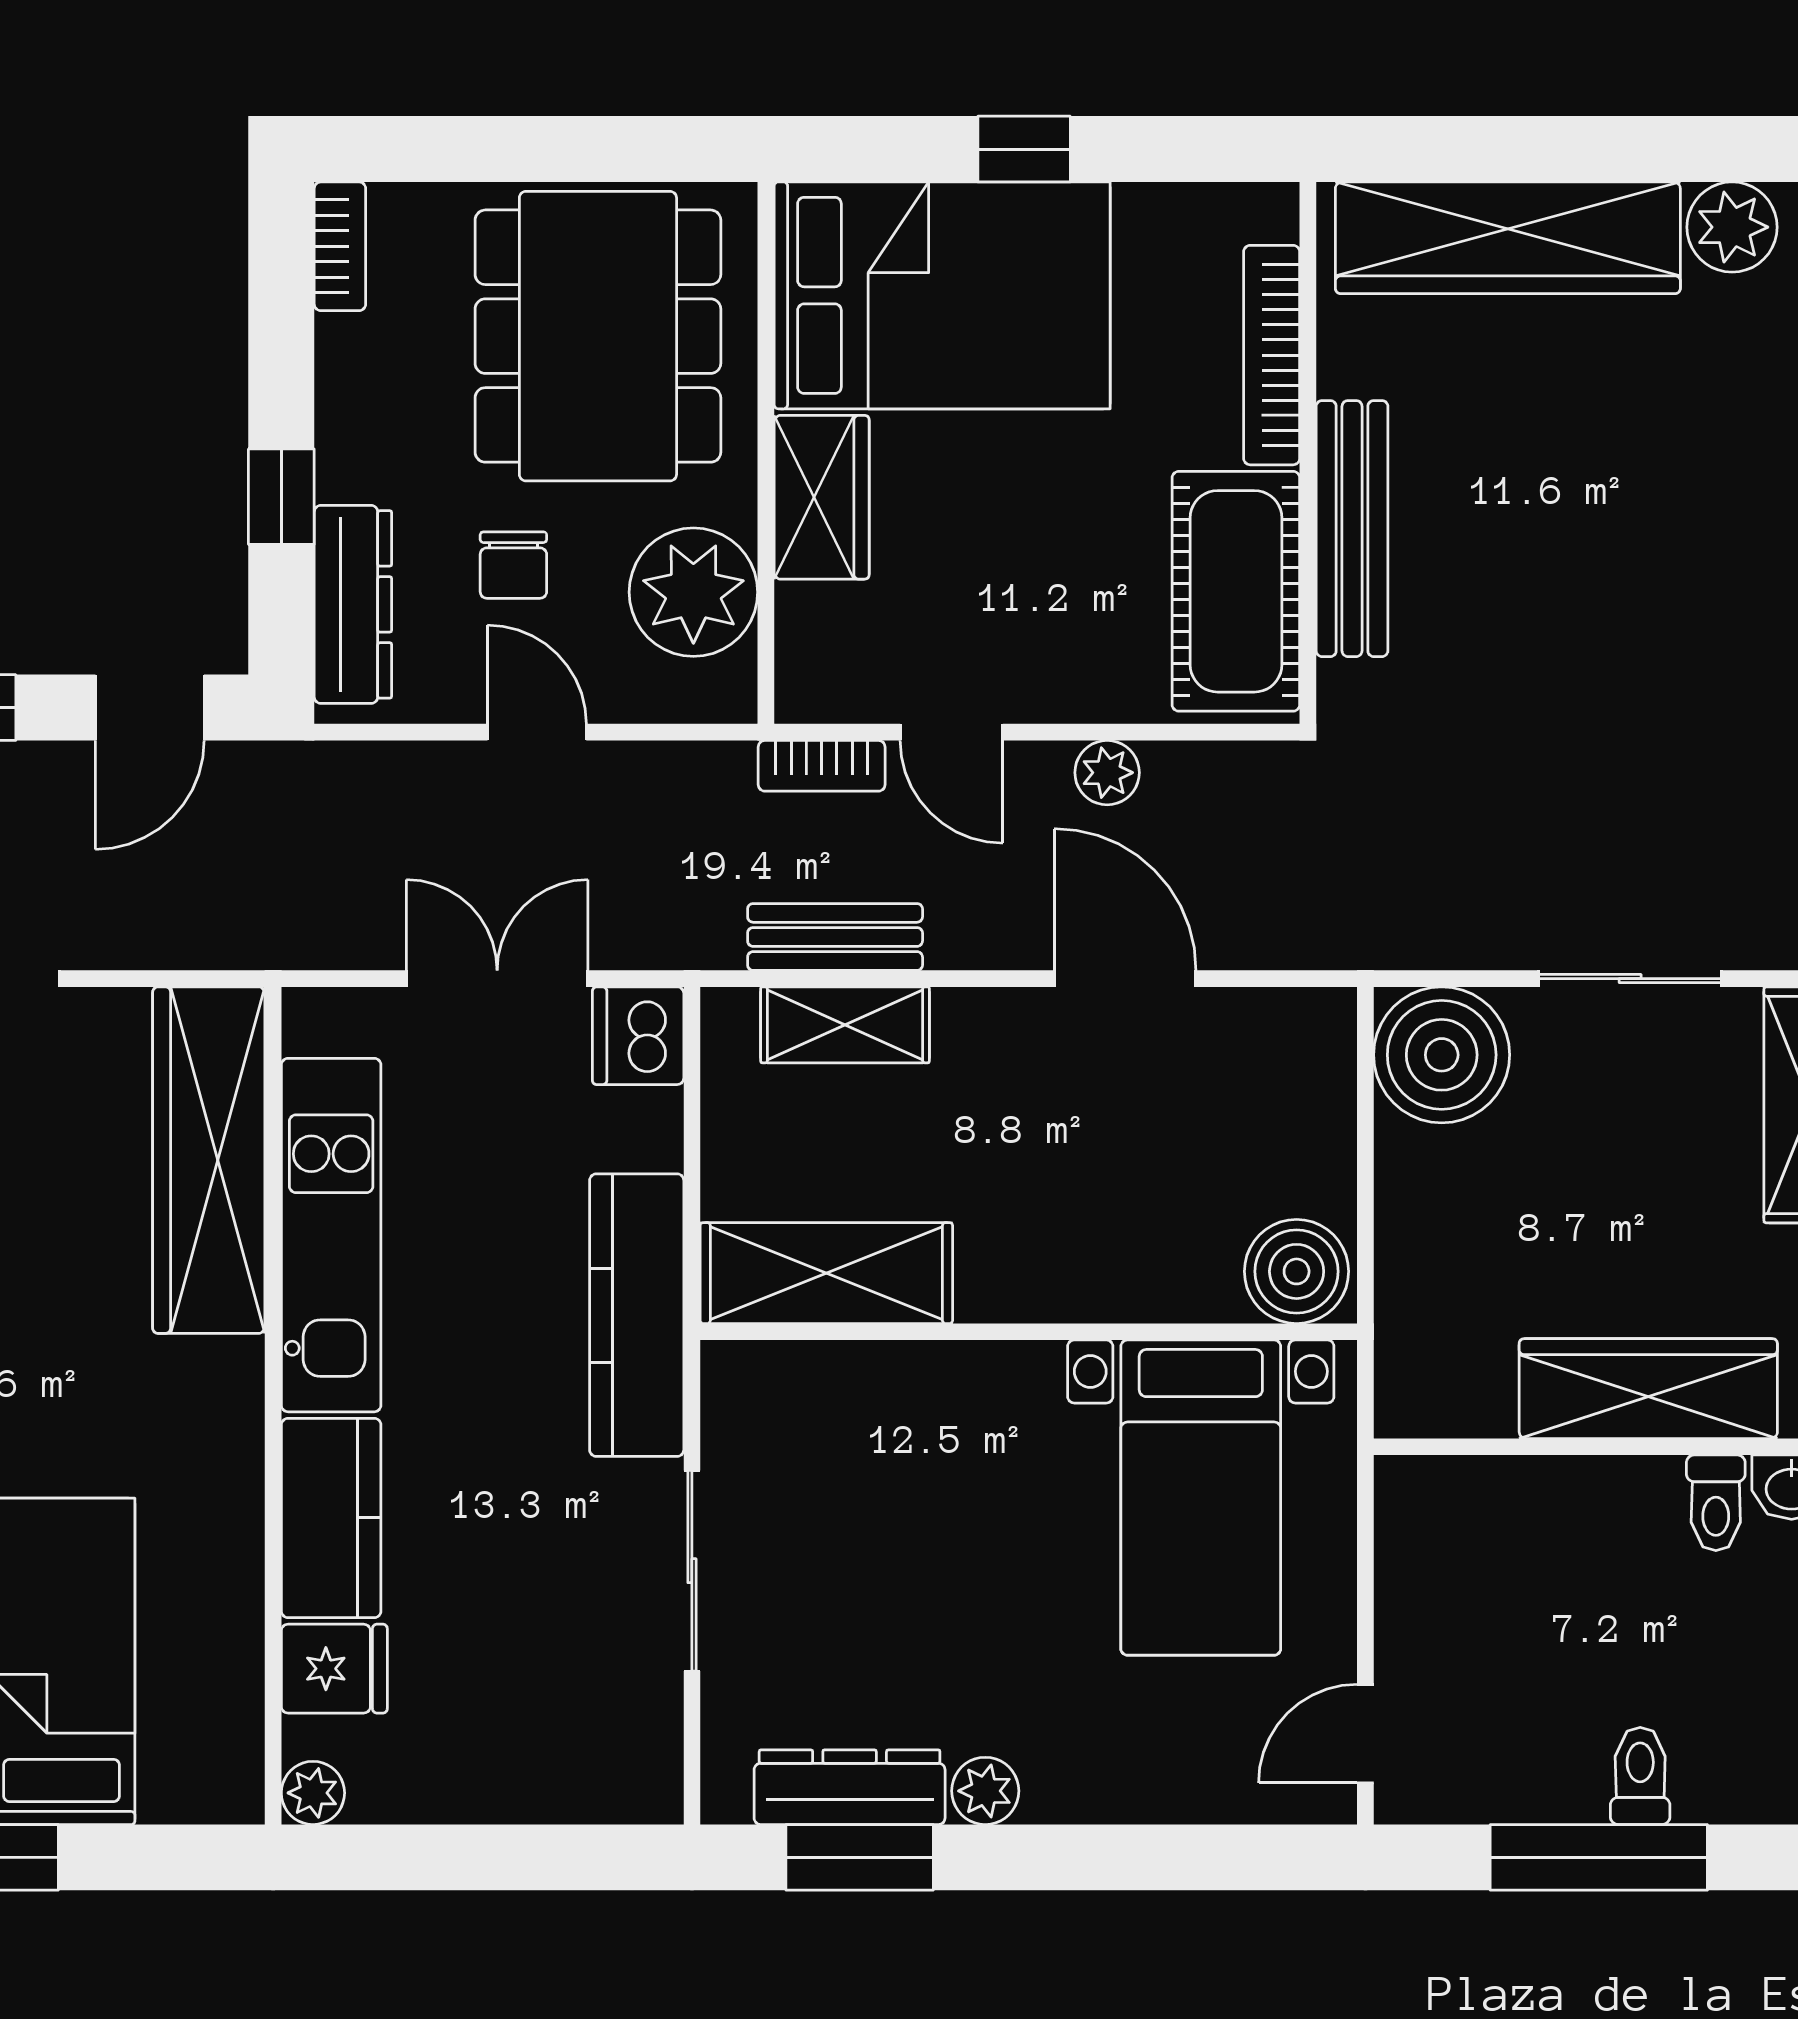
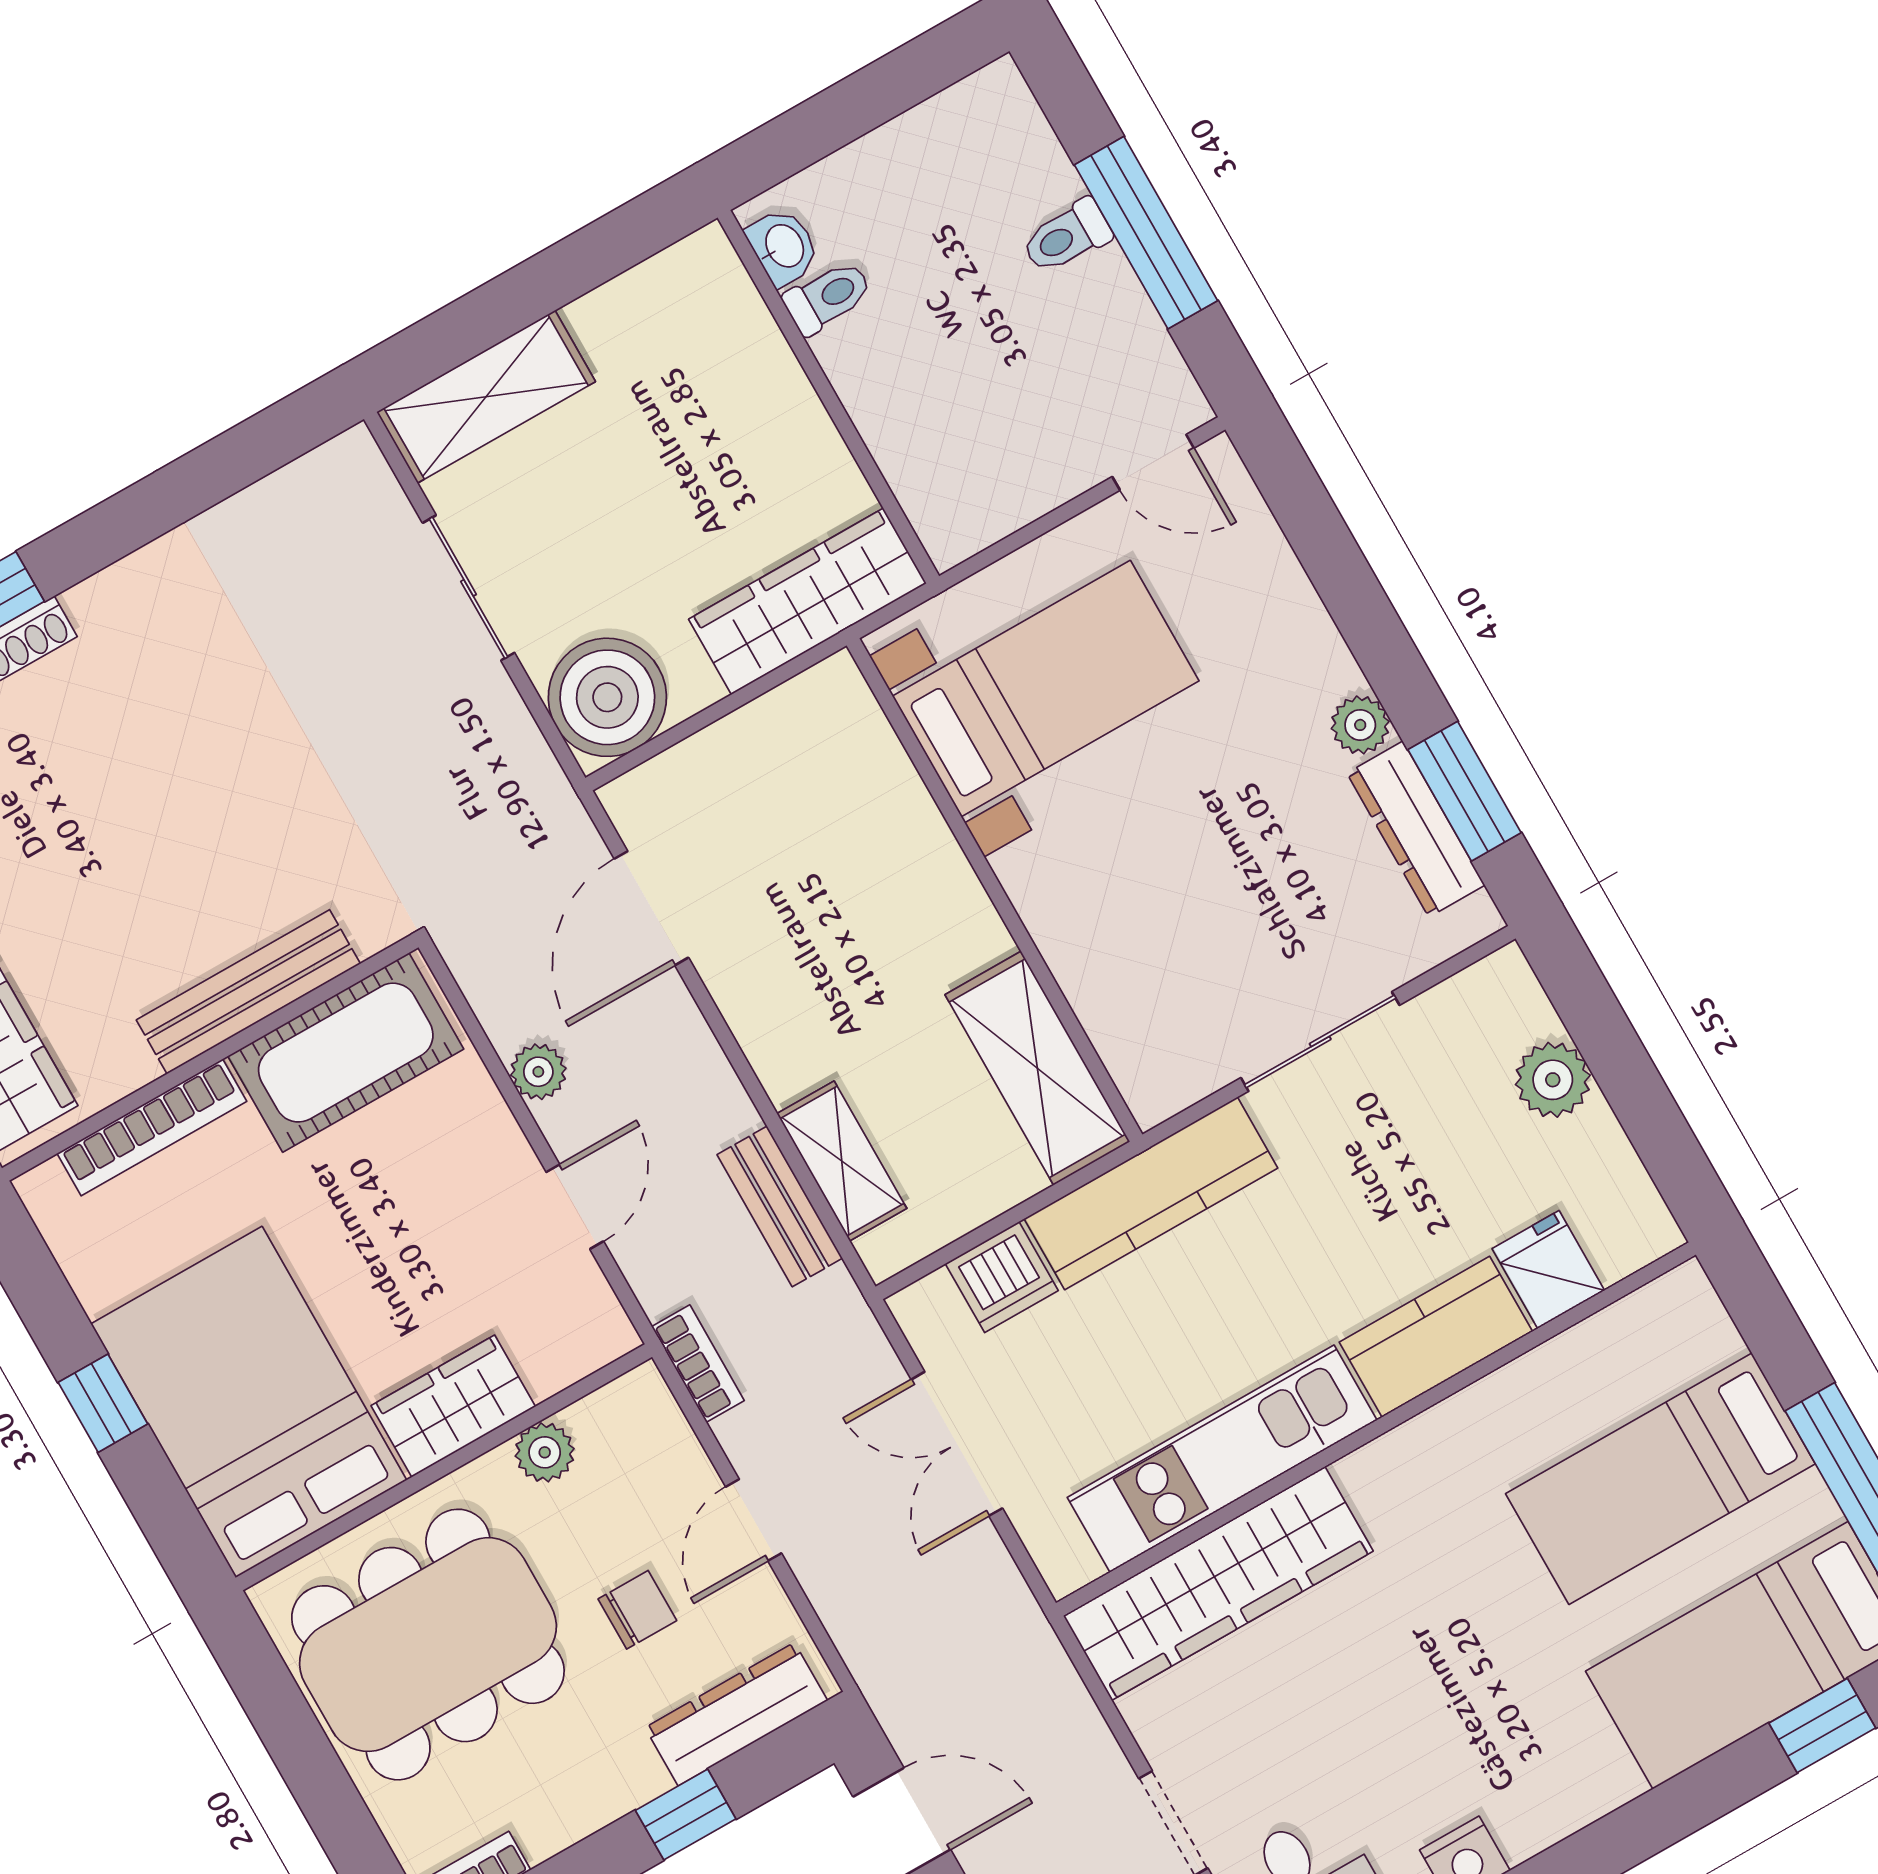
plant: (693, 592) -> (545, 1452), width x0.53, depth x0.53
bookcase: (822, 766) -> (698, 1364), moved
door: (1125, 979) -> (651, 908), moved
dishwasher: (638, 1036) -> (1002, 1277), moved
boiler: (1297, 1271) -> (834, 714), removed
wardrobe: (1648, 1389) -> (808, 601), moved, turned 90
plant: (313, 1793) -> (1553, 1080), moved, width x1.38, depth x1.38

